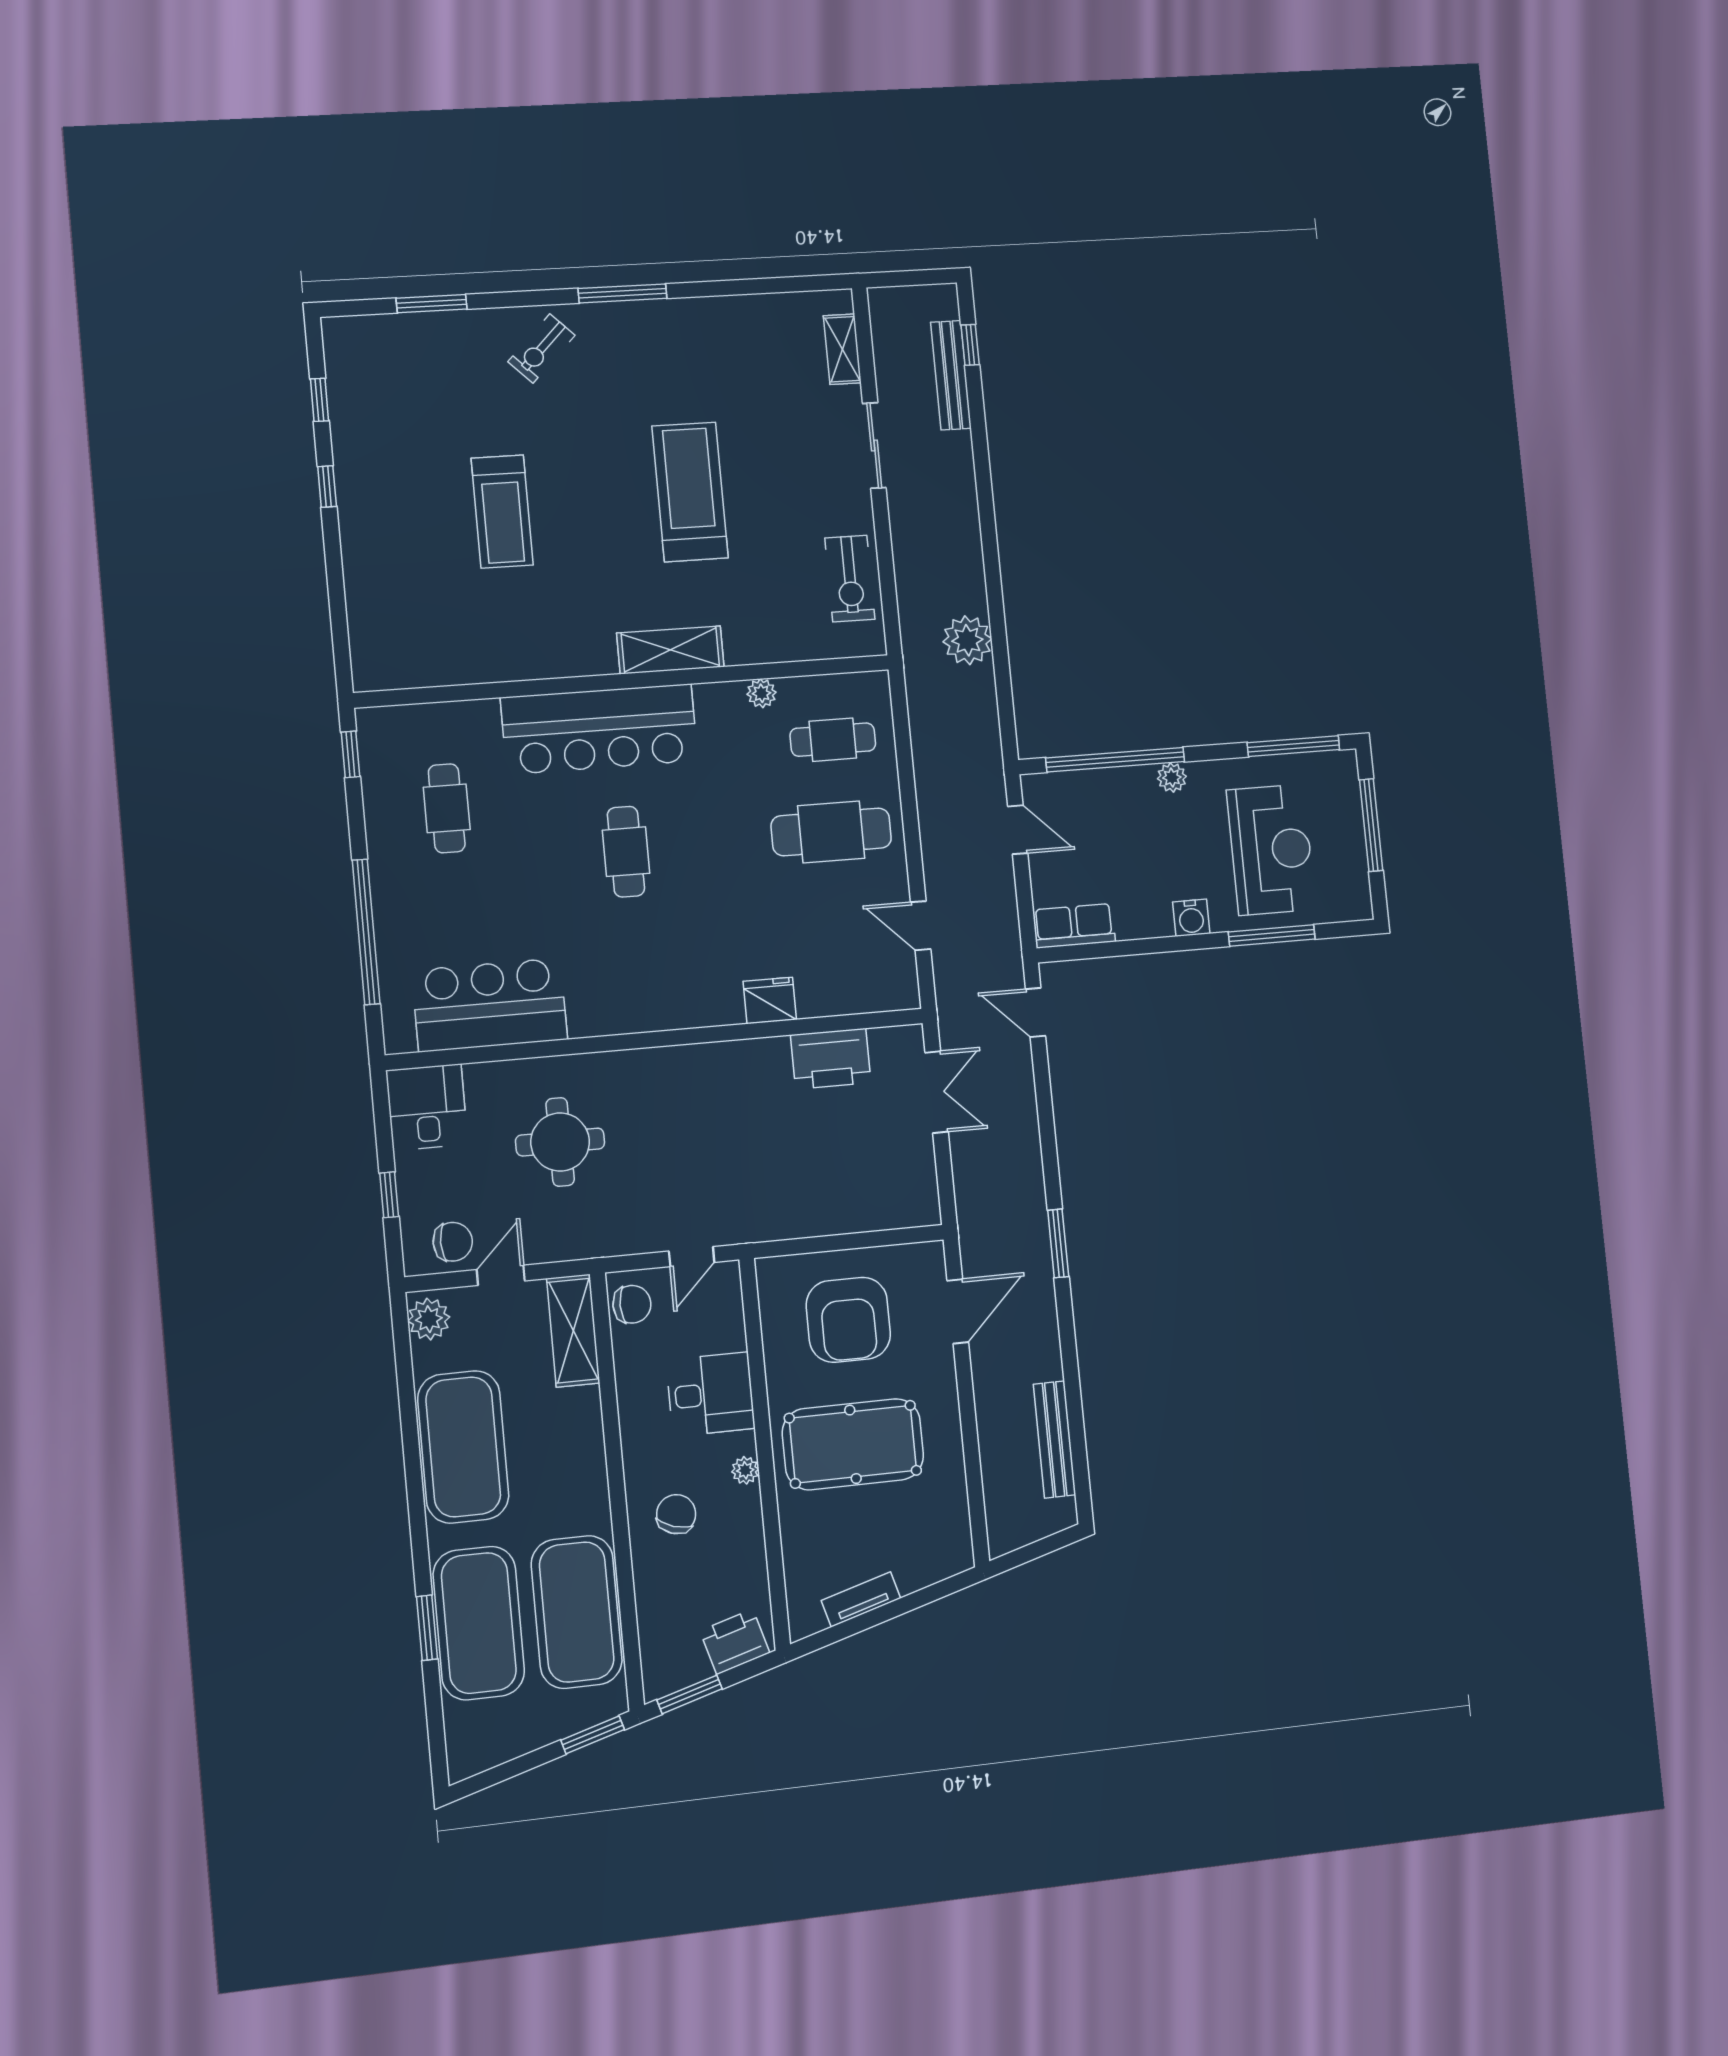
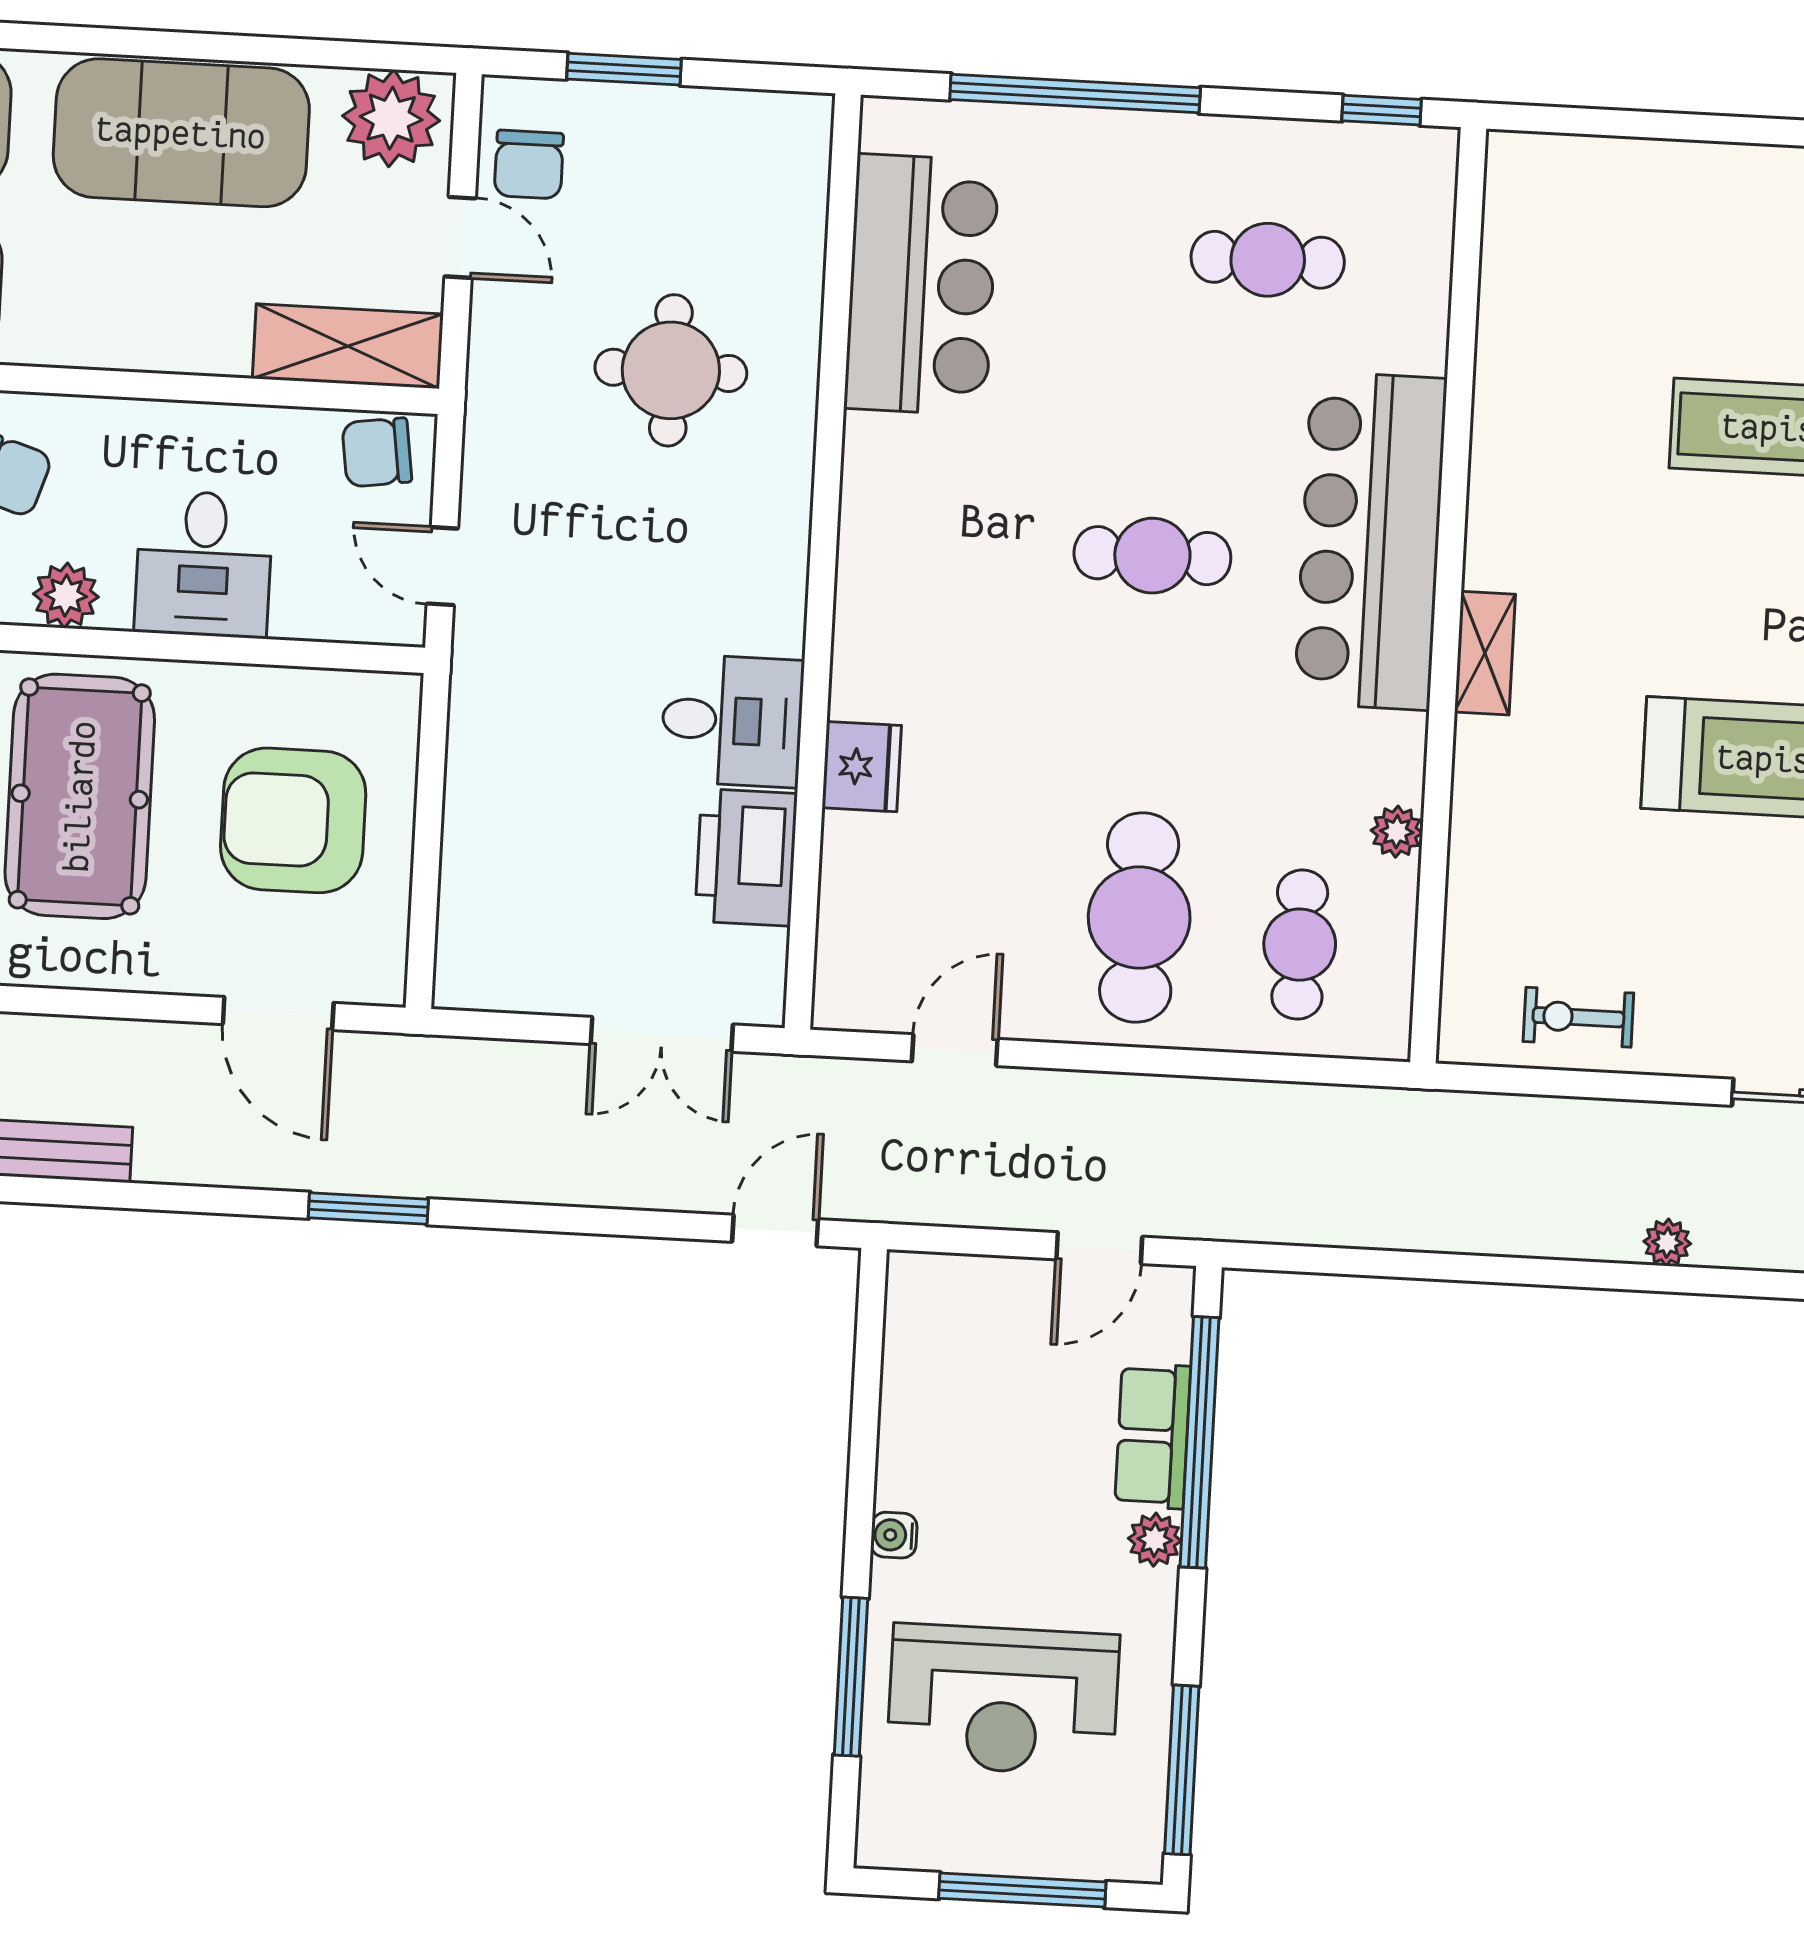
exercise bike: (850, 579) -> (1578, 1017), width x0.73, depth x0.72
plant: (967, 640) -> (1667, 1243), moved, width x0.53, depth x0.53
shelving: (670, 650) -> (1485, 653), width x0.67, depth x0.75
water cooler: (1191, 918) -> (894, 1535), width x0.72, depth x0.72
row of seats: (1074, 926) -> (1153, 1436), moved, turned 180
desk: (427, 1107) -> (732, 721), moved
window: (389, 1195) -> (624, 69), width x1.50
chair: (632, 1304) -> (377, 452), turned 82
plant: (429, 1319) -> (391, 118), width x1.36, depth x1.36
plant: (745, 1470) -> (66, 595), width x1.38, depth x1.38

